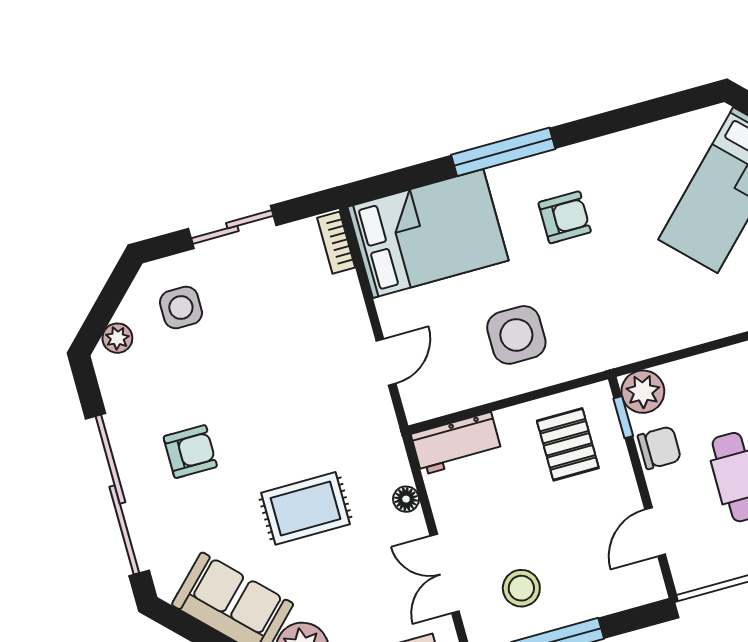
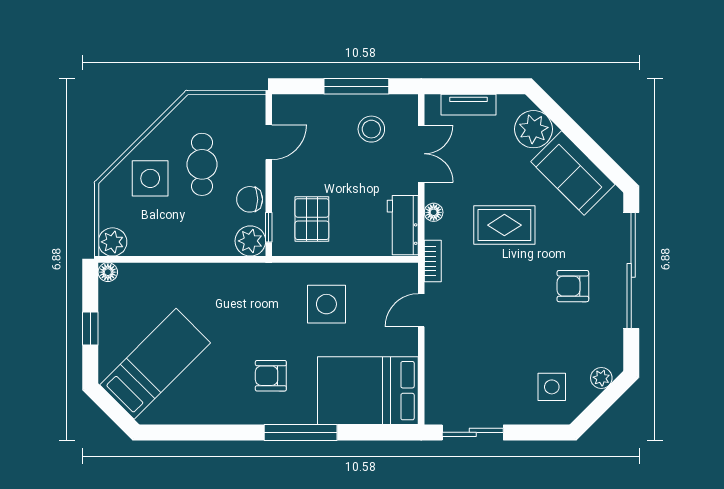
sliding door: (232, 227) -> (473, 432), moved
bookcase: (336, 243) -> (433, 261), moved
workbench: (456, 444) -> (403, 225), moved, turned -90

